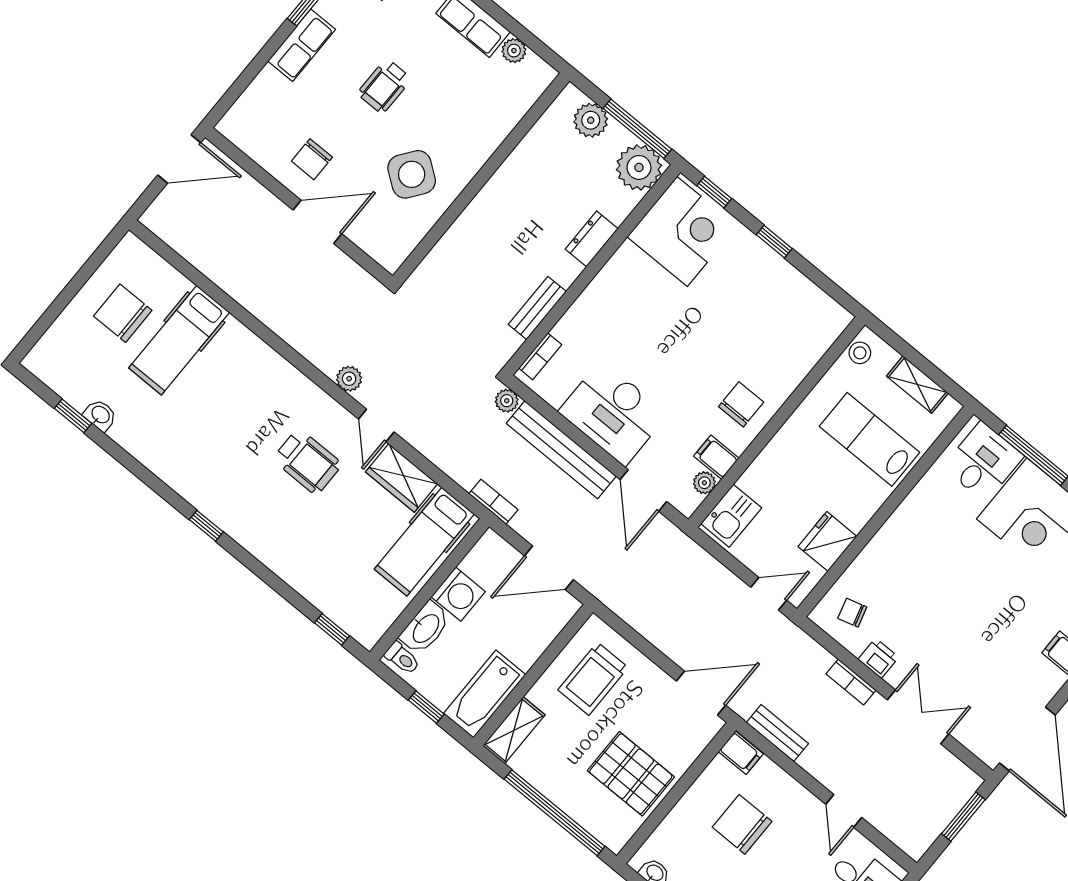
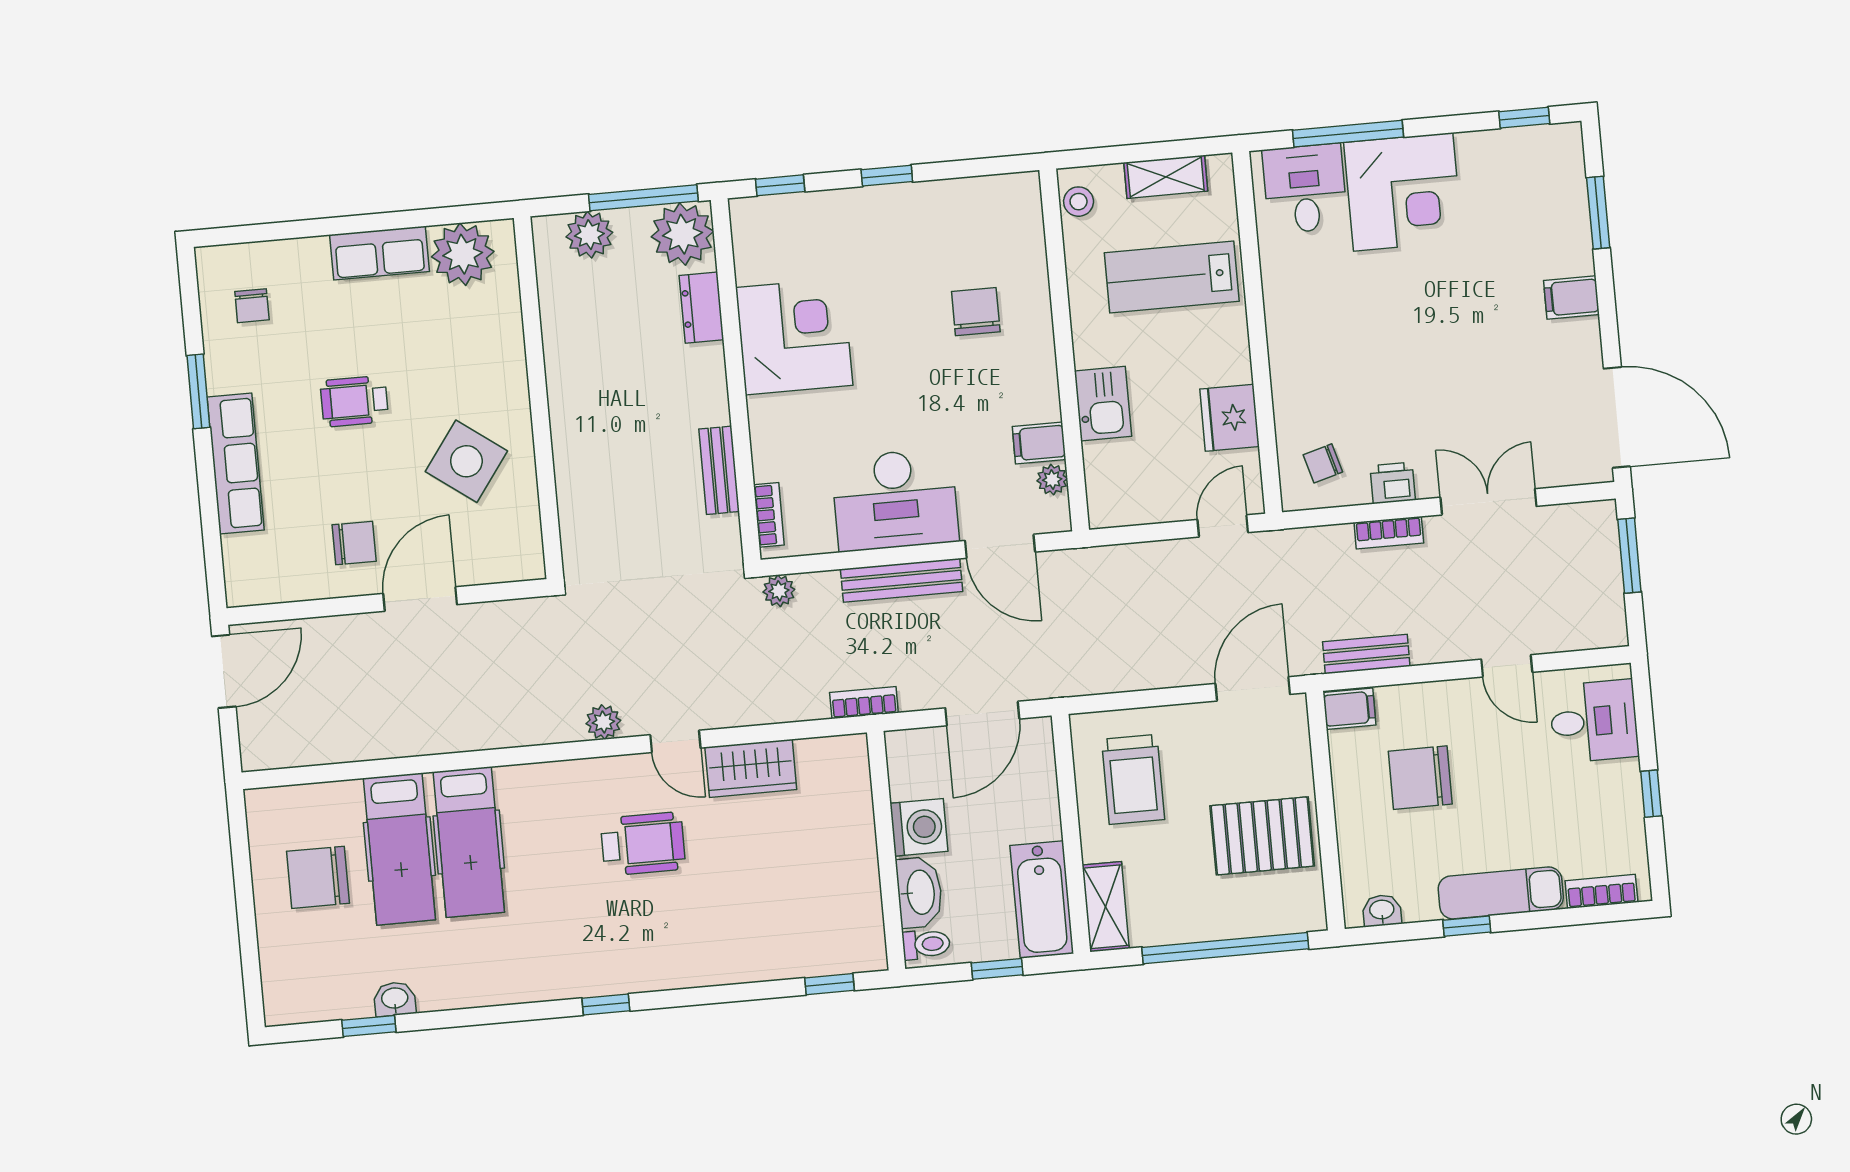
row of seats: (302, 45) -> (236, 464), width x1.48
plant: (514, 51) -> (463, 254), width x1.88, depth x1.88
wheelchair: (384, 86) -> (354, 401), turned 90
chair: (312, 159) -> (354, 543), turned -90
corner desk: (682, 231) -> (794, 336), moved
dresser: (592, 239) -> (701, 308), moved
chair: (741, 404) -> (976, 312), moved
bench: (561, 450) -> (902, 580), width x0.73, depth x0.82
kitchen sink: (731, 516) -> (1103, 404), moved
hospital bed: (424, 542) -> (469, 842), moved

